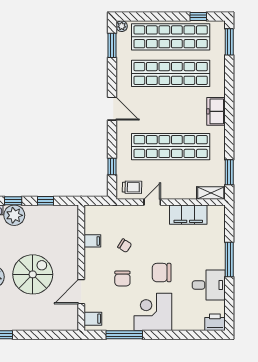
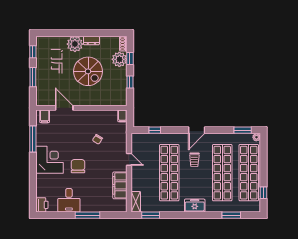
window: (229, 42) -> (231, 215), moved
trolley: (132, 187) -> (194, 160), moved
filing cabinet: (92, 241) -> (122, 116), moved
spiral stairs: (33, 274) -> (88, 71), moved
chair: (122, 279) -> (74, 138), removed
window: (39, 335) -> (33, 77), added

